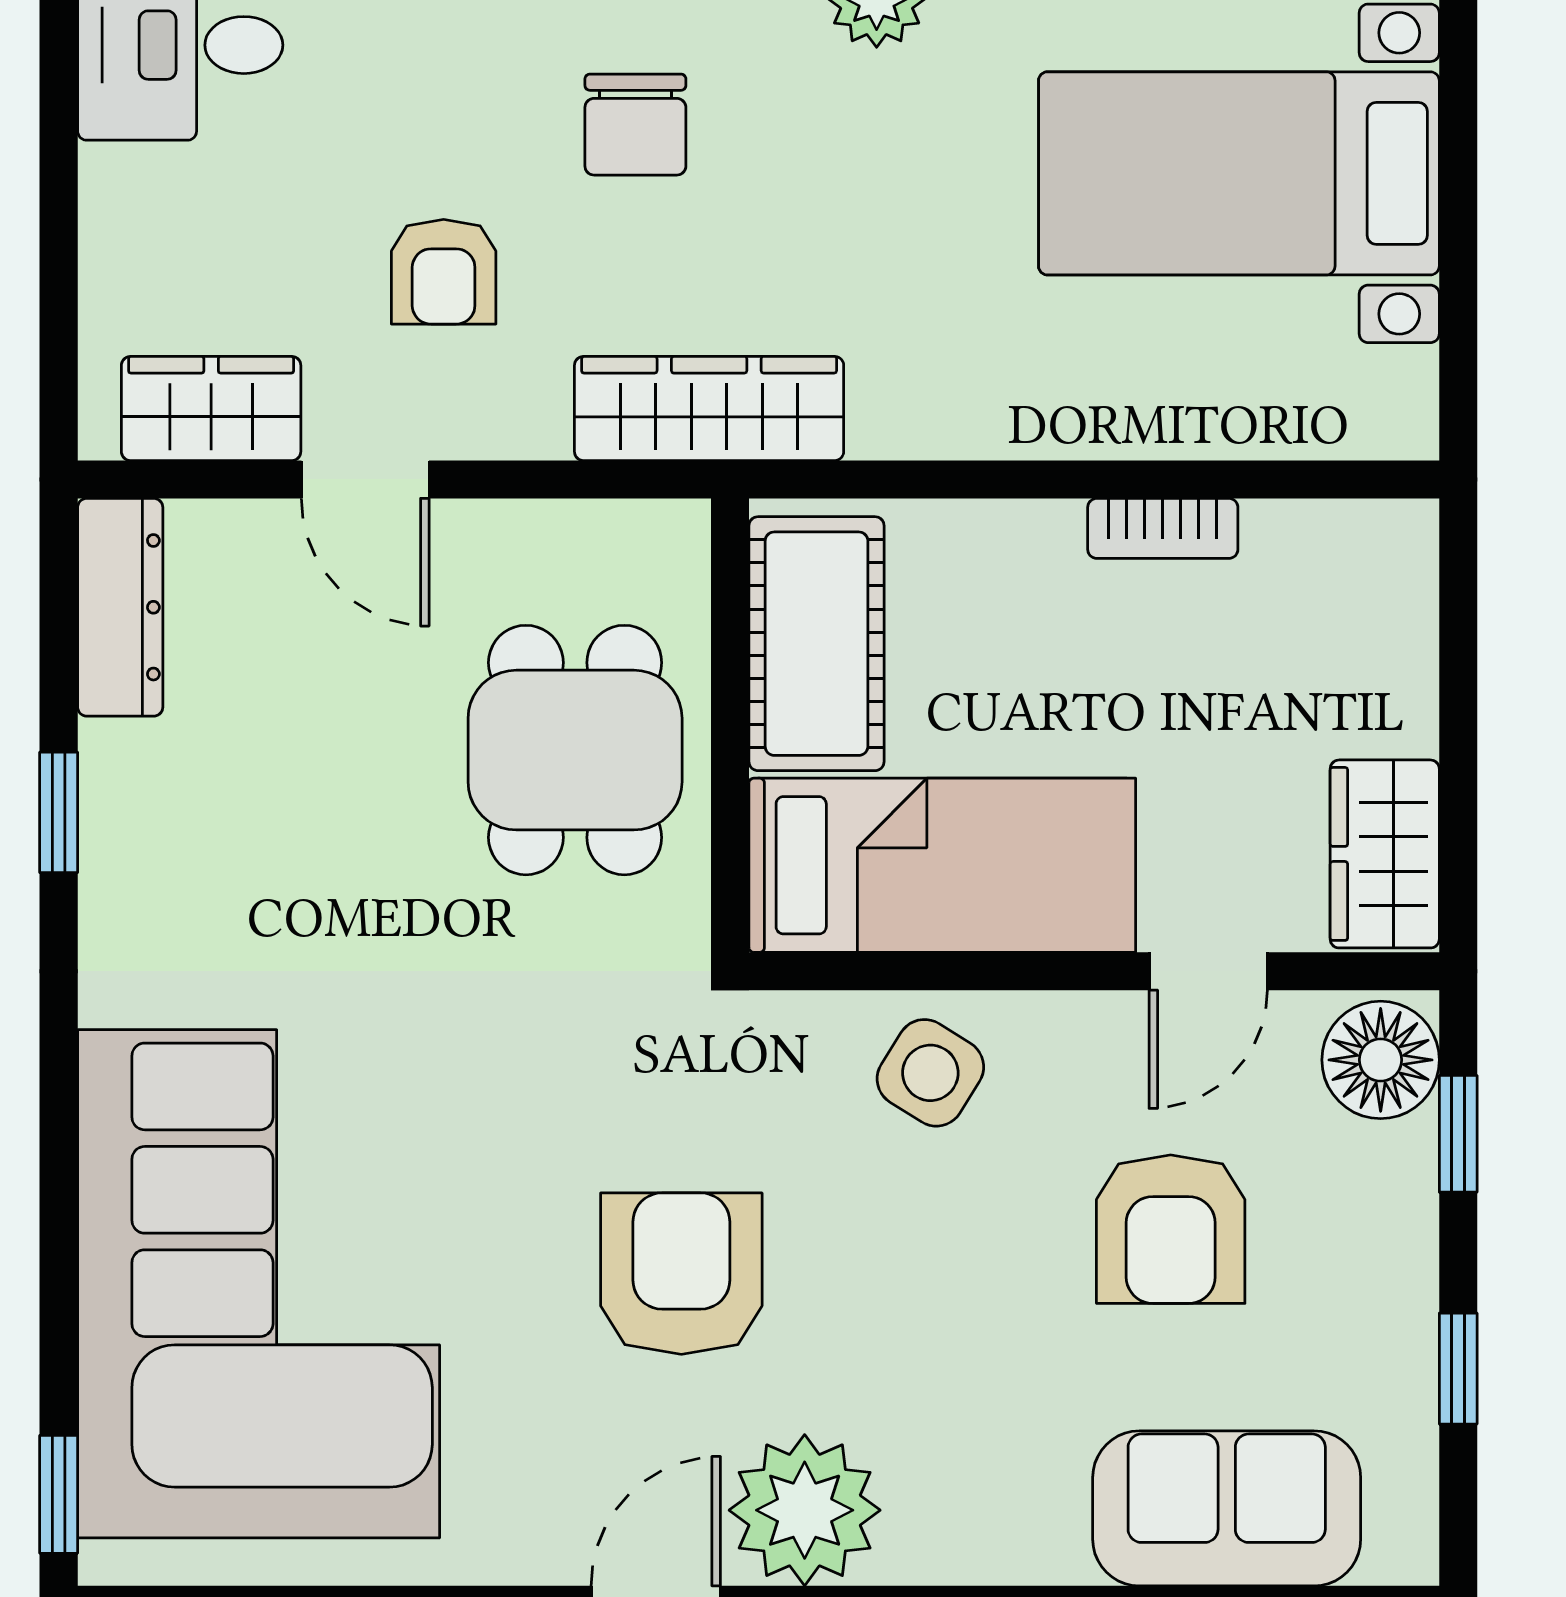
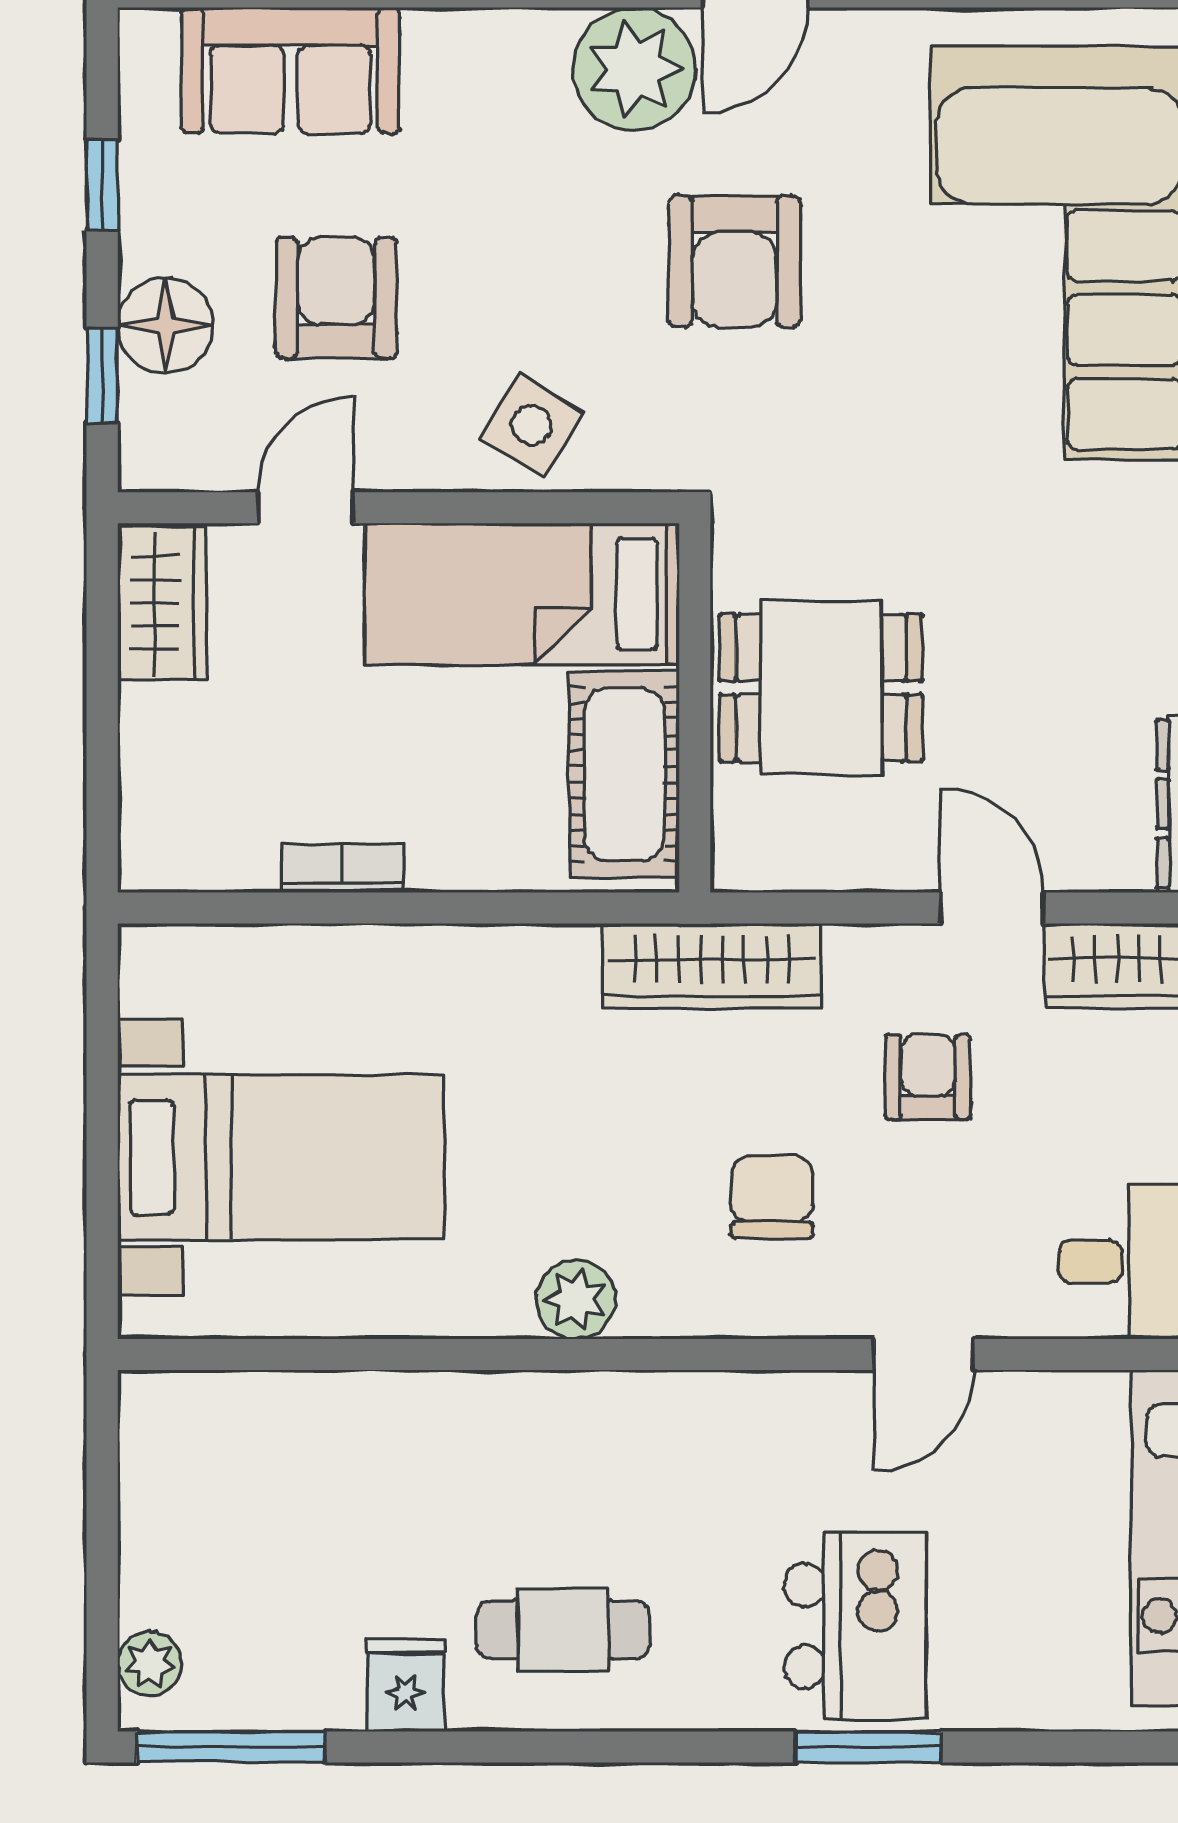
dining table: (575, 750) -> (821, 688), turned 90
floor lamp: (1381, 1060) -> (165, 325), moved

